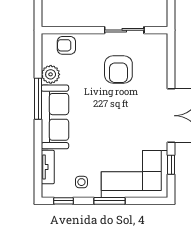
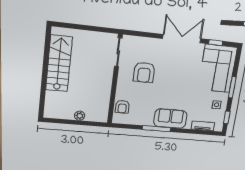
sliding door: (124, 30) -> (118, 52), moved
armchair: (118, 70) -> (144, 72), turned 90
plant: (51, 74) -> (141, 119), removed
sofa: (55, 117) -> (170, 119), width x0.73

